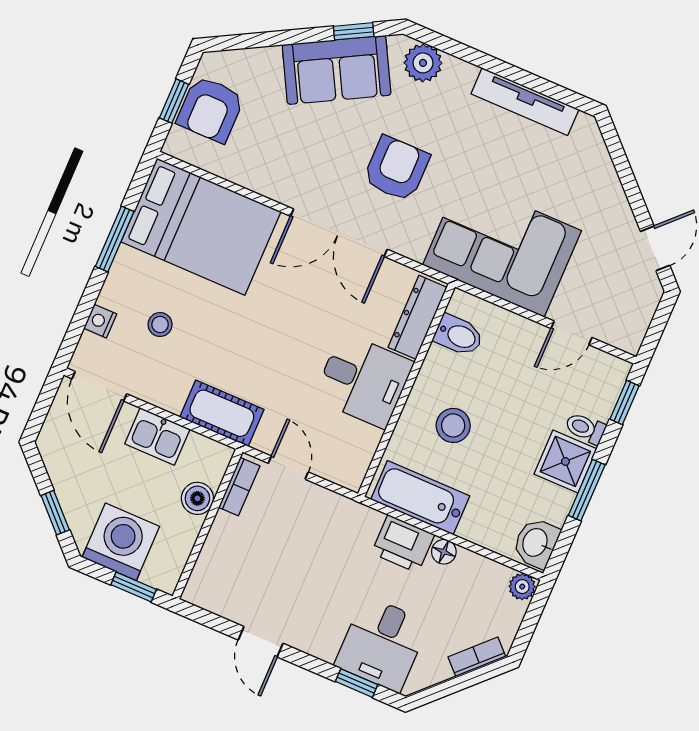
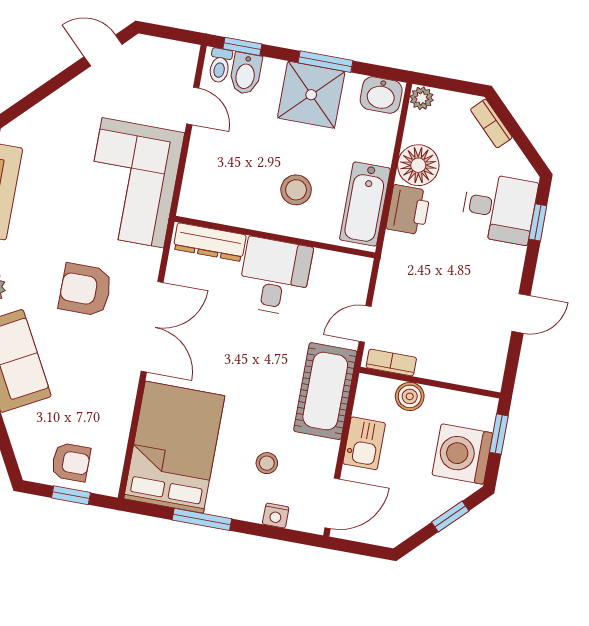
armchair: (210, 109) -> (71, 462), width x0.72, depth x0.72
bidet: (459, 335) -> (246, 74), moved, turned 180
cot: (222, 413) -> (325, 391), width x1.37, depth x1.34
toilet: (585, 428) -> (220, 65), moved
shower: (565, 461) -> (311, 95), width x1.36, depth x1.36
floor lamp: (444, 552) -> (418, 165), width x1.89, depth x1.89

